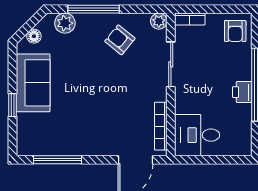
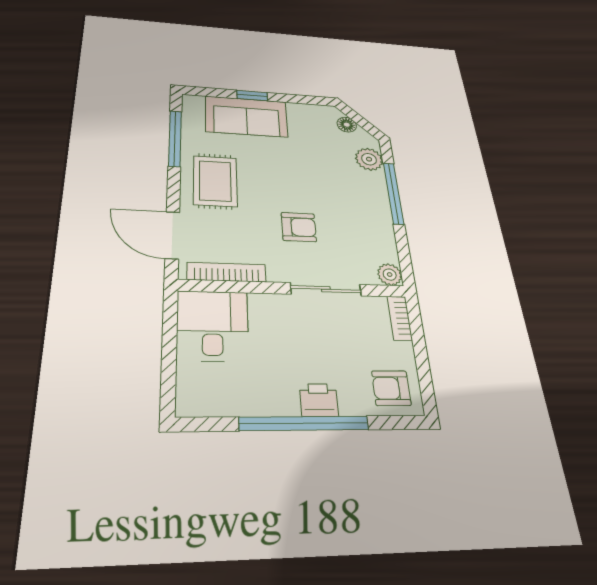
armchair: (120, 40) -> (299, 227), moved, turned 51
sofa: (33, 83) -> (247, 117), moved
printer: (242, 92) -> (319, 400), moved
rug: (92, 133) -> (215, 181), added

